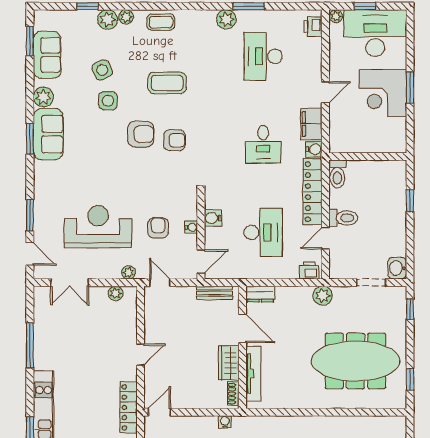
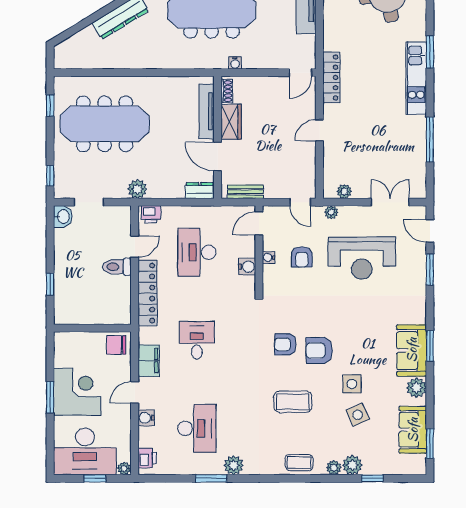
chair: (344, 140) -> (116, 345), added
water cooler: (314, 149) -> (146, 418), moved
toilet: (337, 174) -> (123, 311), removed

